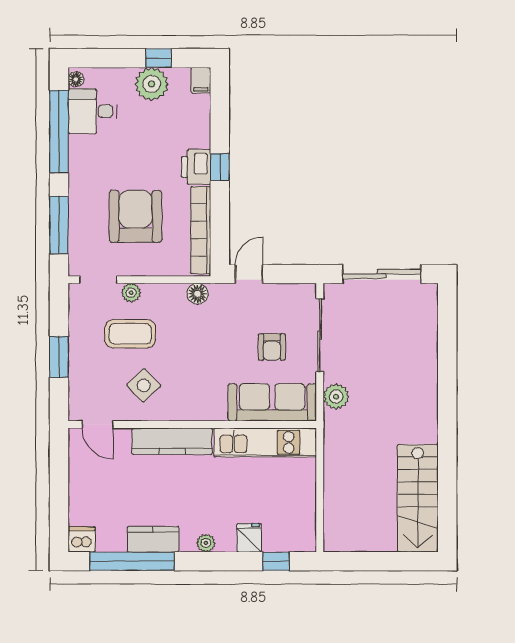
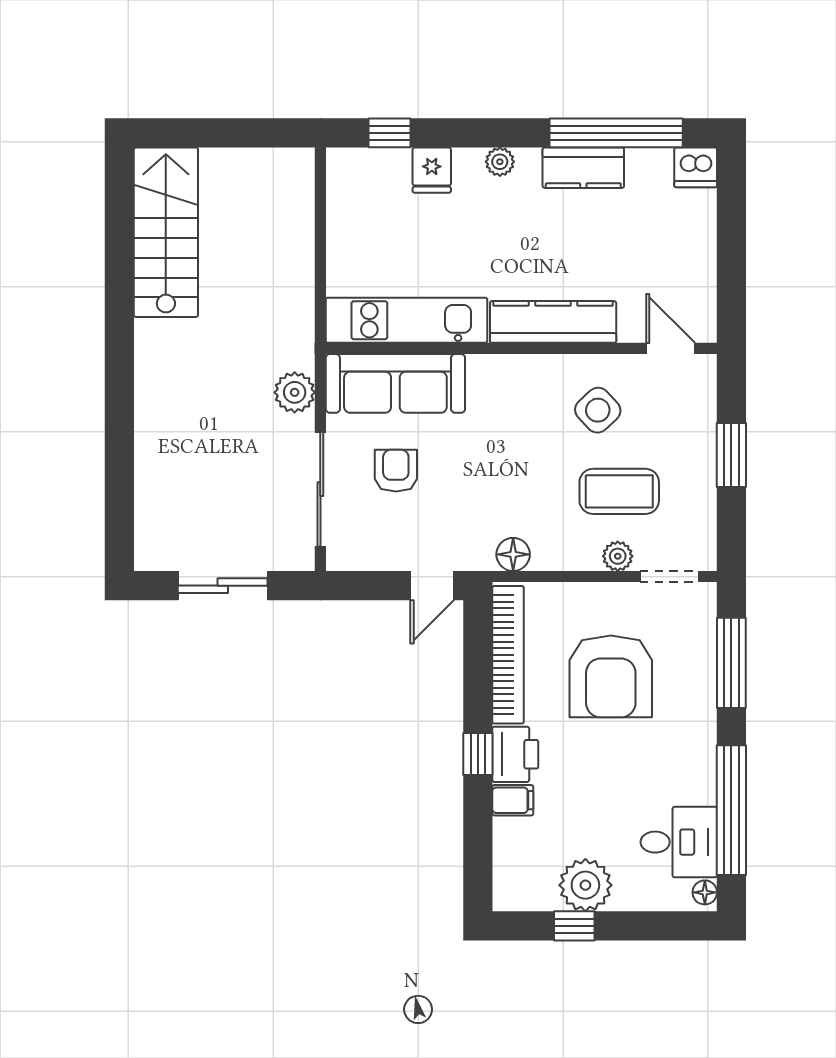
filing cabinet: (201, 80) -> (513, 800), moved, turned 90
sliding door: (382, 274) -> (223, 586), width x0.73

